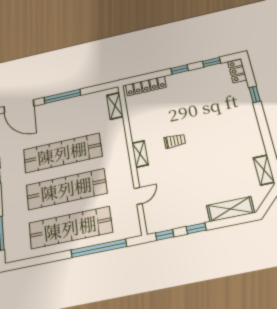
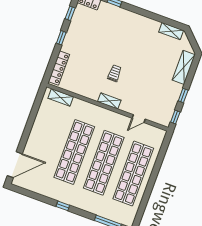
window: (62, 96) -> (28, 130), removed
door: (138, 196) -> (139, 119), swing flipped
window: (99, 248) -> (159, 163), removed

